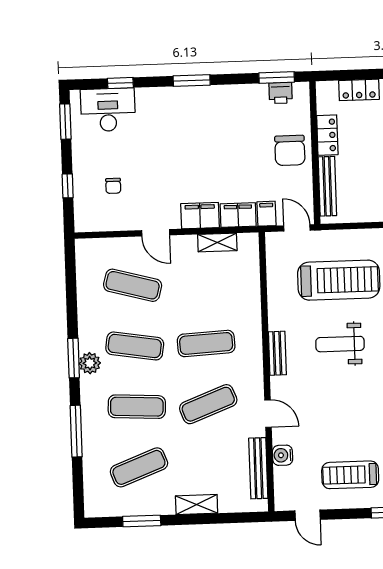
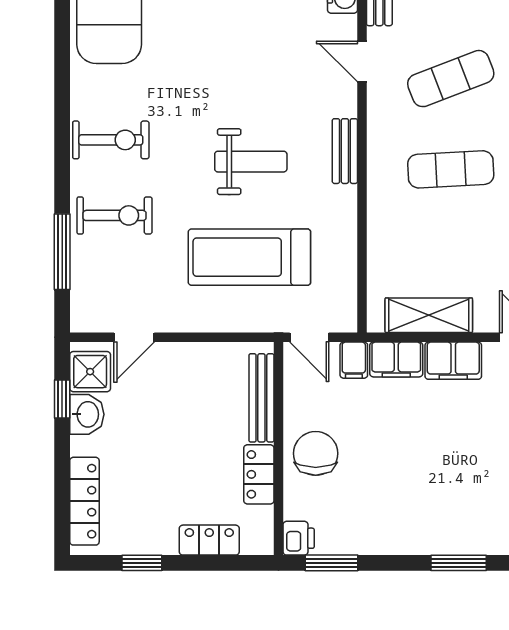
printer: (280, 93) -> (299, 538), moved, turned 90
shelving: (217, 243) -> (429, 315), width x1.50, depth x1.33

